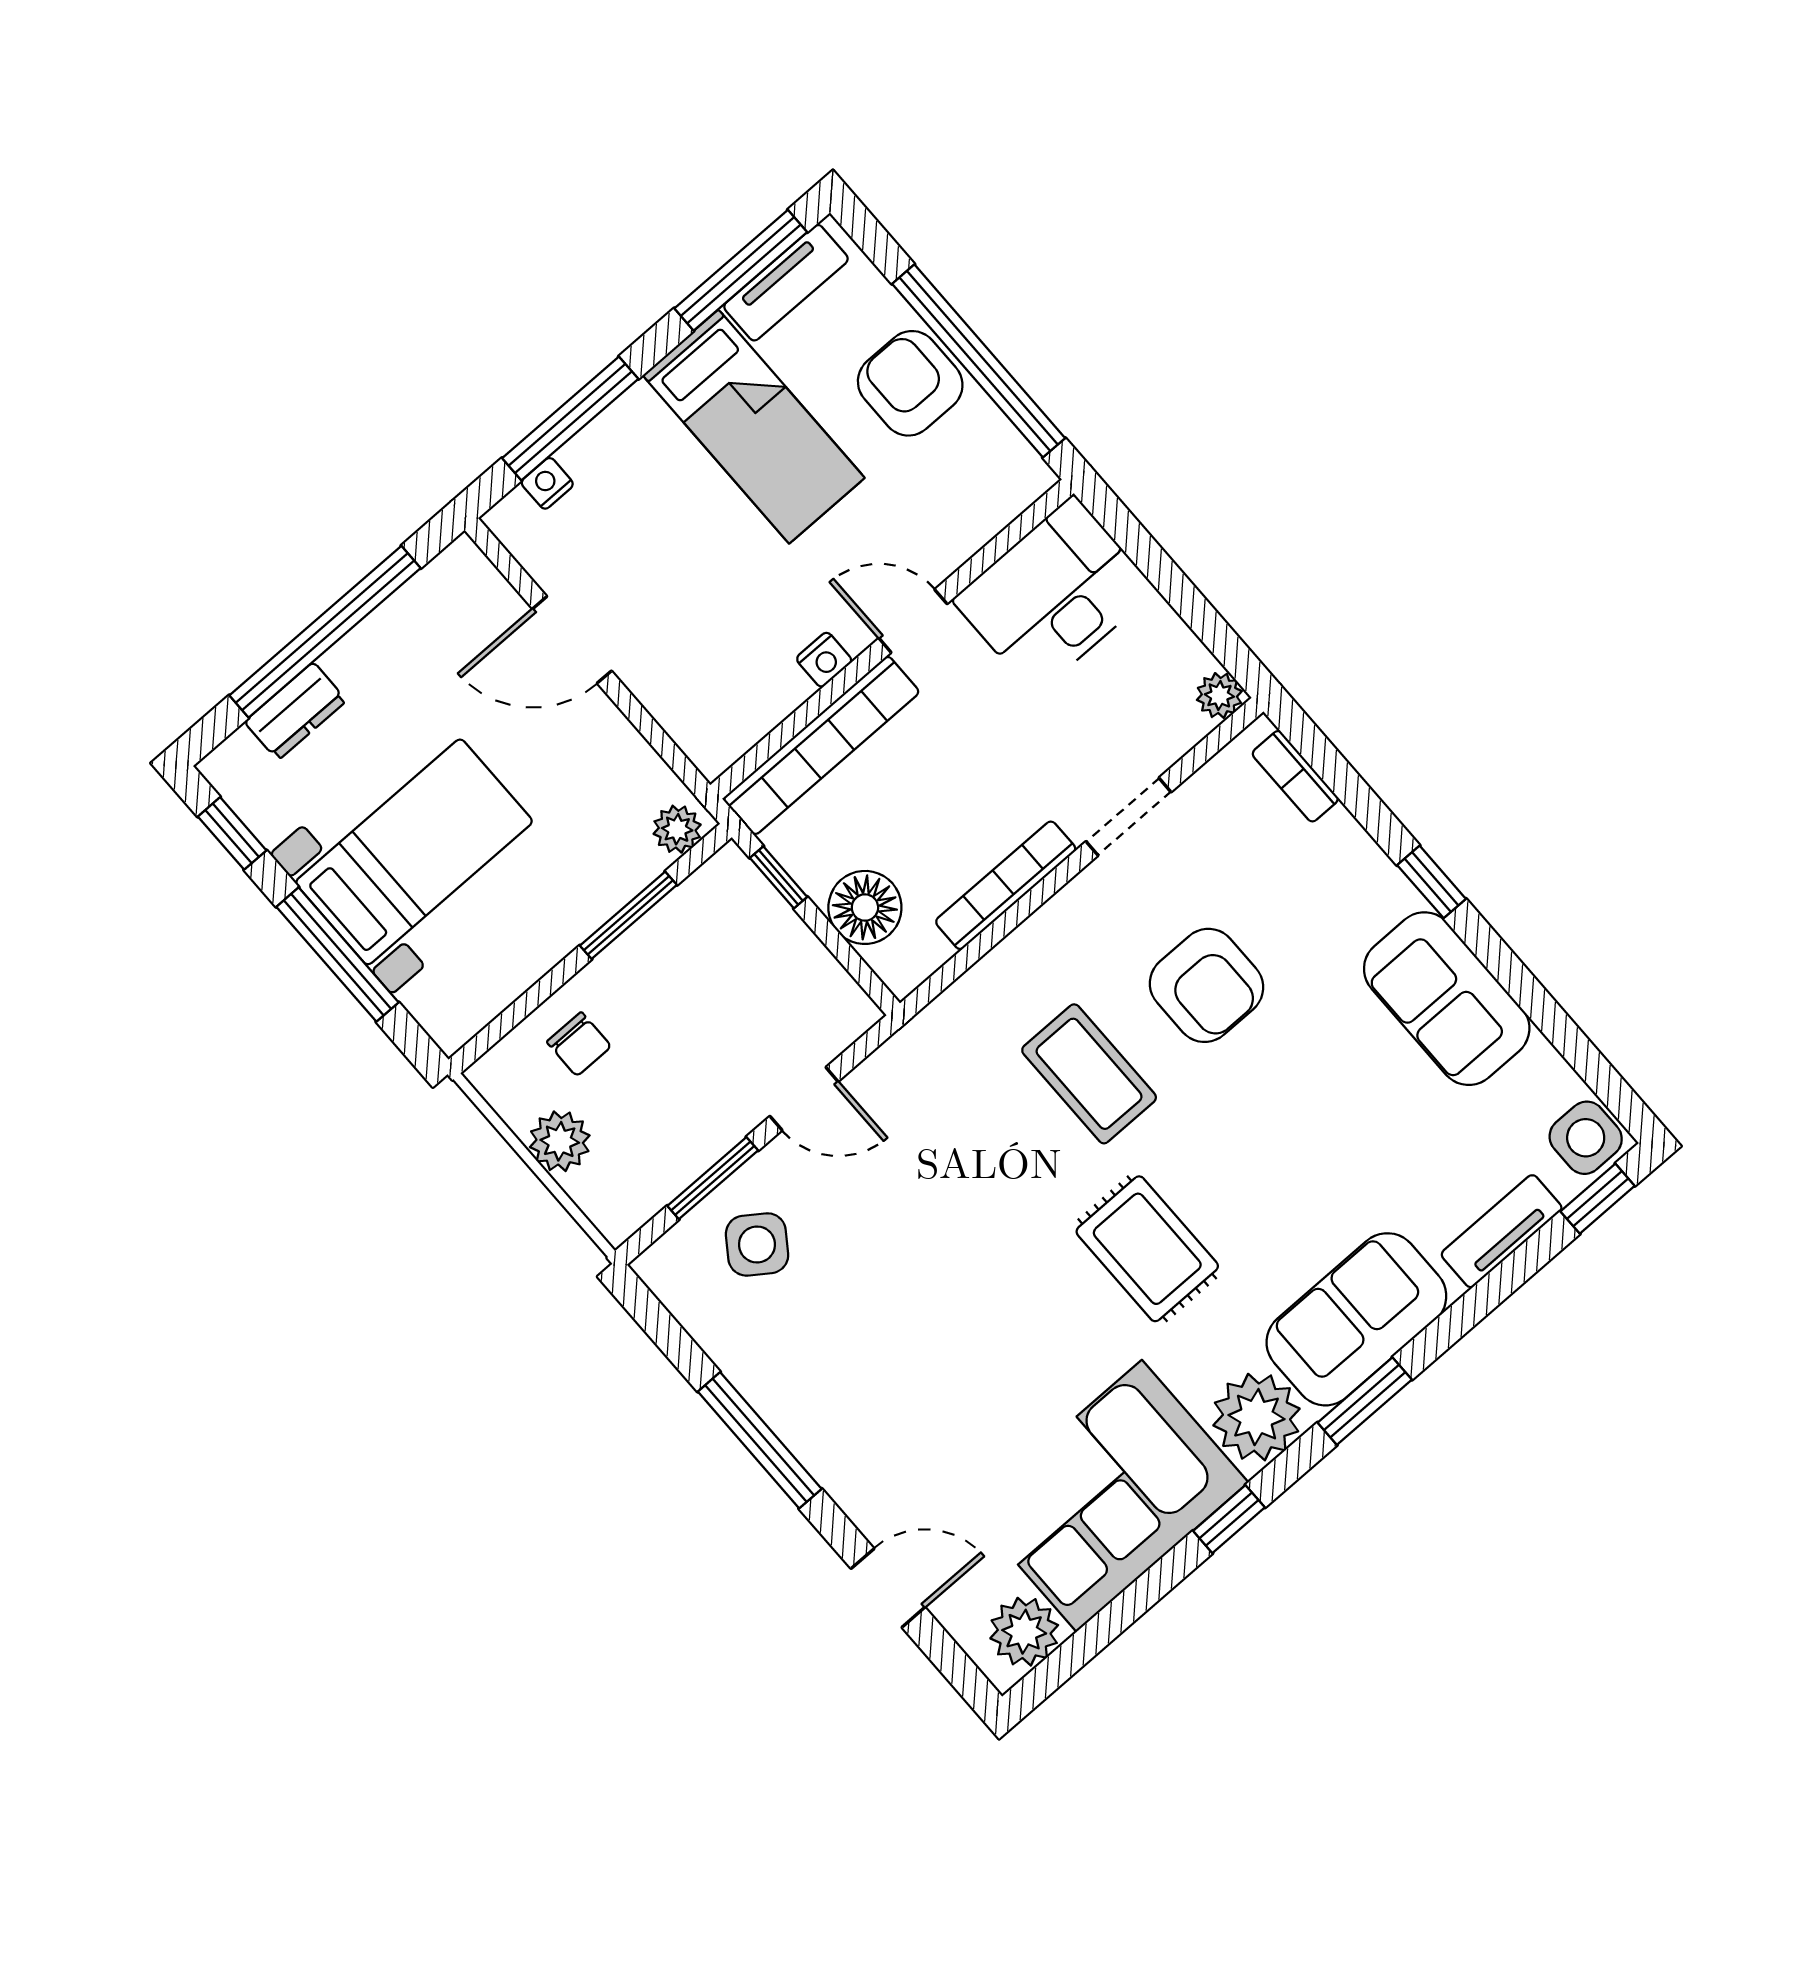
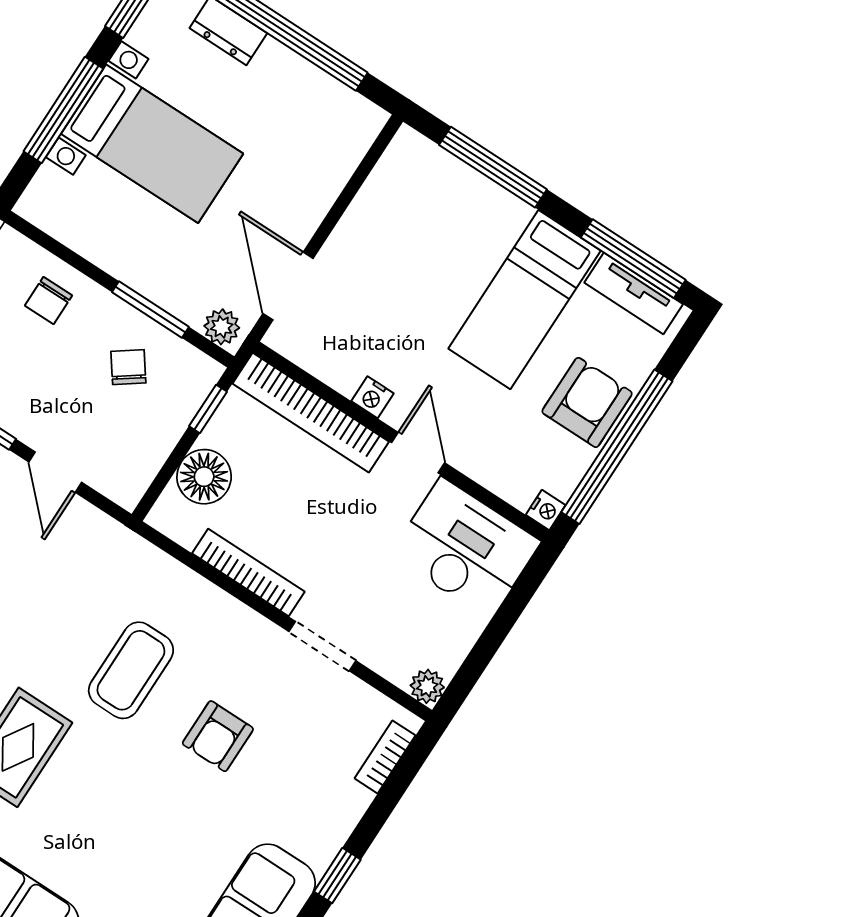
nightstand: (547, 483) -> (546, 510), moved, turned 90
door: (572, 640) -> (288, 286), moved
chair: (695, 965) -> (128, 367), added
armchair: (1207, 985) -> (218, 736), width x0.72, depth x0.72

